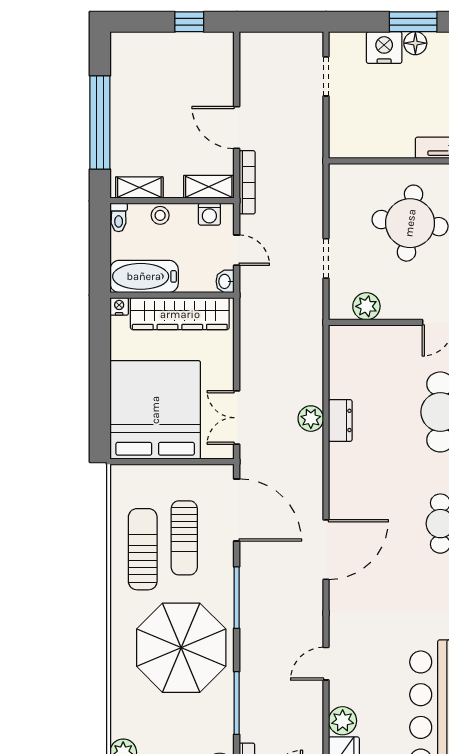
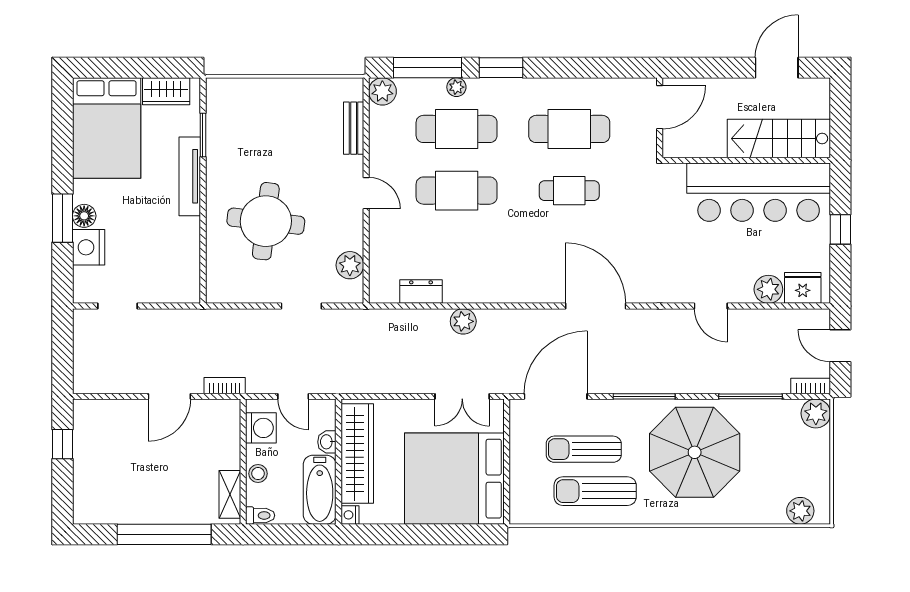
bookcase: (247, 182) -> (225, 386), width x0.64
shelving: (209, 187) -> (229, 424), removed
washing machine: (209, 214) -> (261, 428), width x1.38, depth x1.38
door: (237, 250) -> (293, 396), swing flipped
washbasin: (225, 281) -> (327, 442), moved, turned 90
dresser: (340, 420) -> (421, 292), moved
sun lounger: (184, 538) -> (584, 449), turned 180

